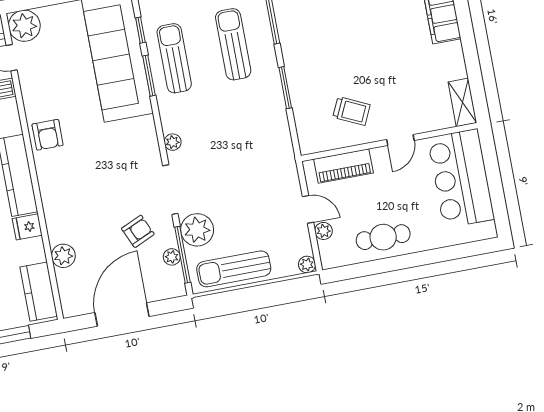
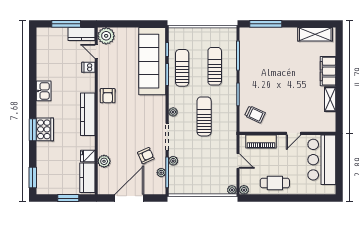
shelving: (462, 102) -> (330, 99), moved
trolley: (351, 111) -> (255, 114), moved
fridge: (27, 227) -> (88, 156), moved
plant: (197, 230) -> (173, 161), width x0.53, depth x0.53
plant: (324, 231) -> (244, 190), moved
sun lounger: (234, 269) -> (204, 116), moved, turned 90

